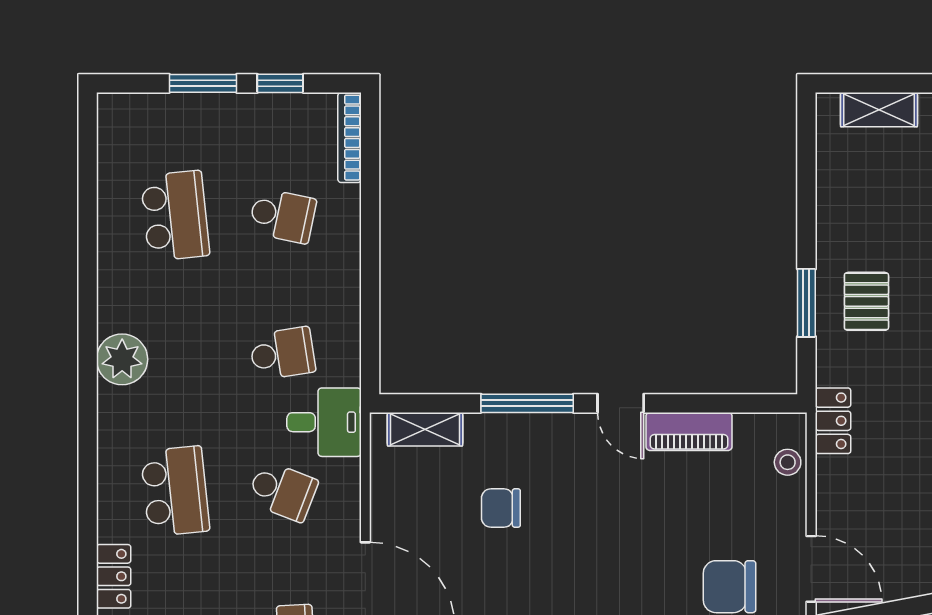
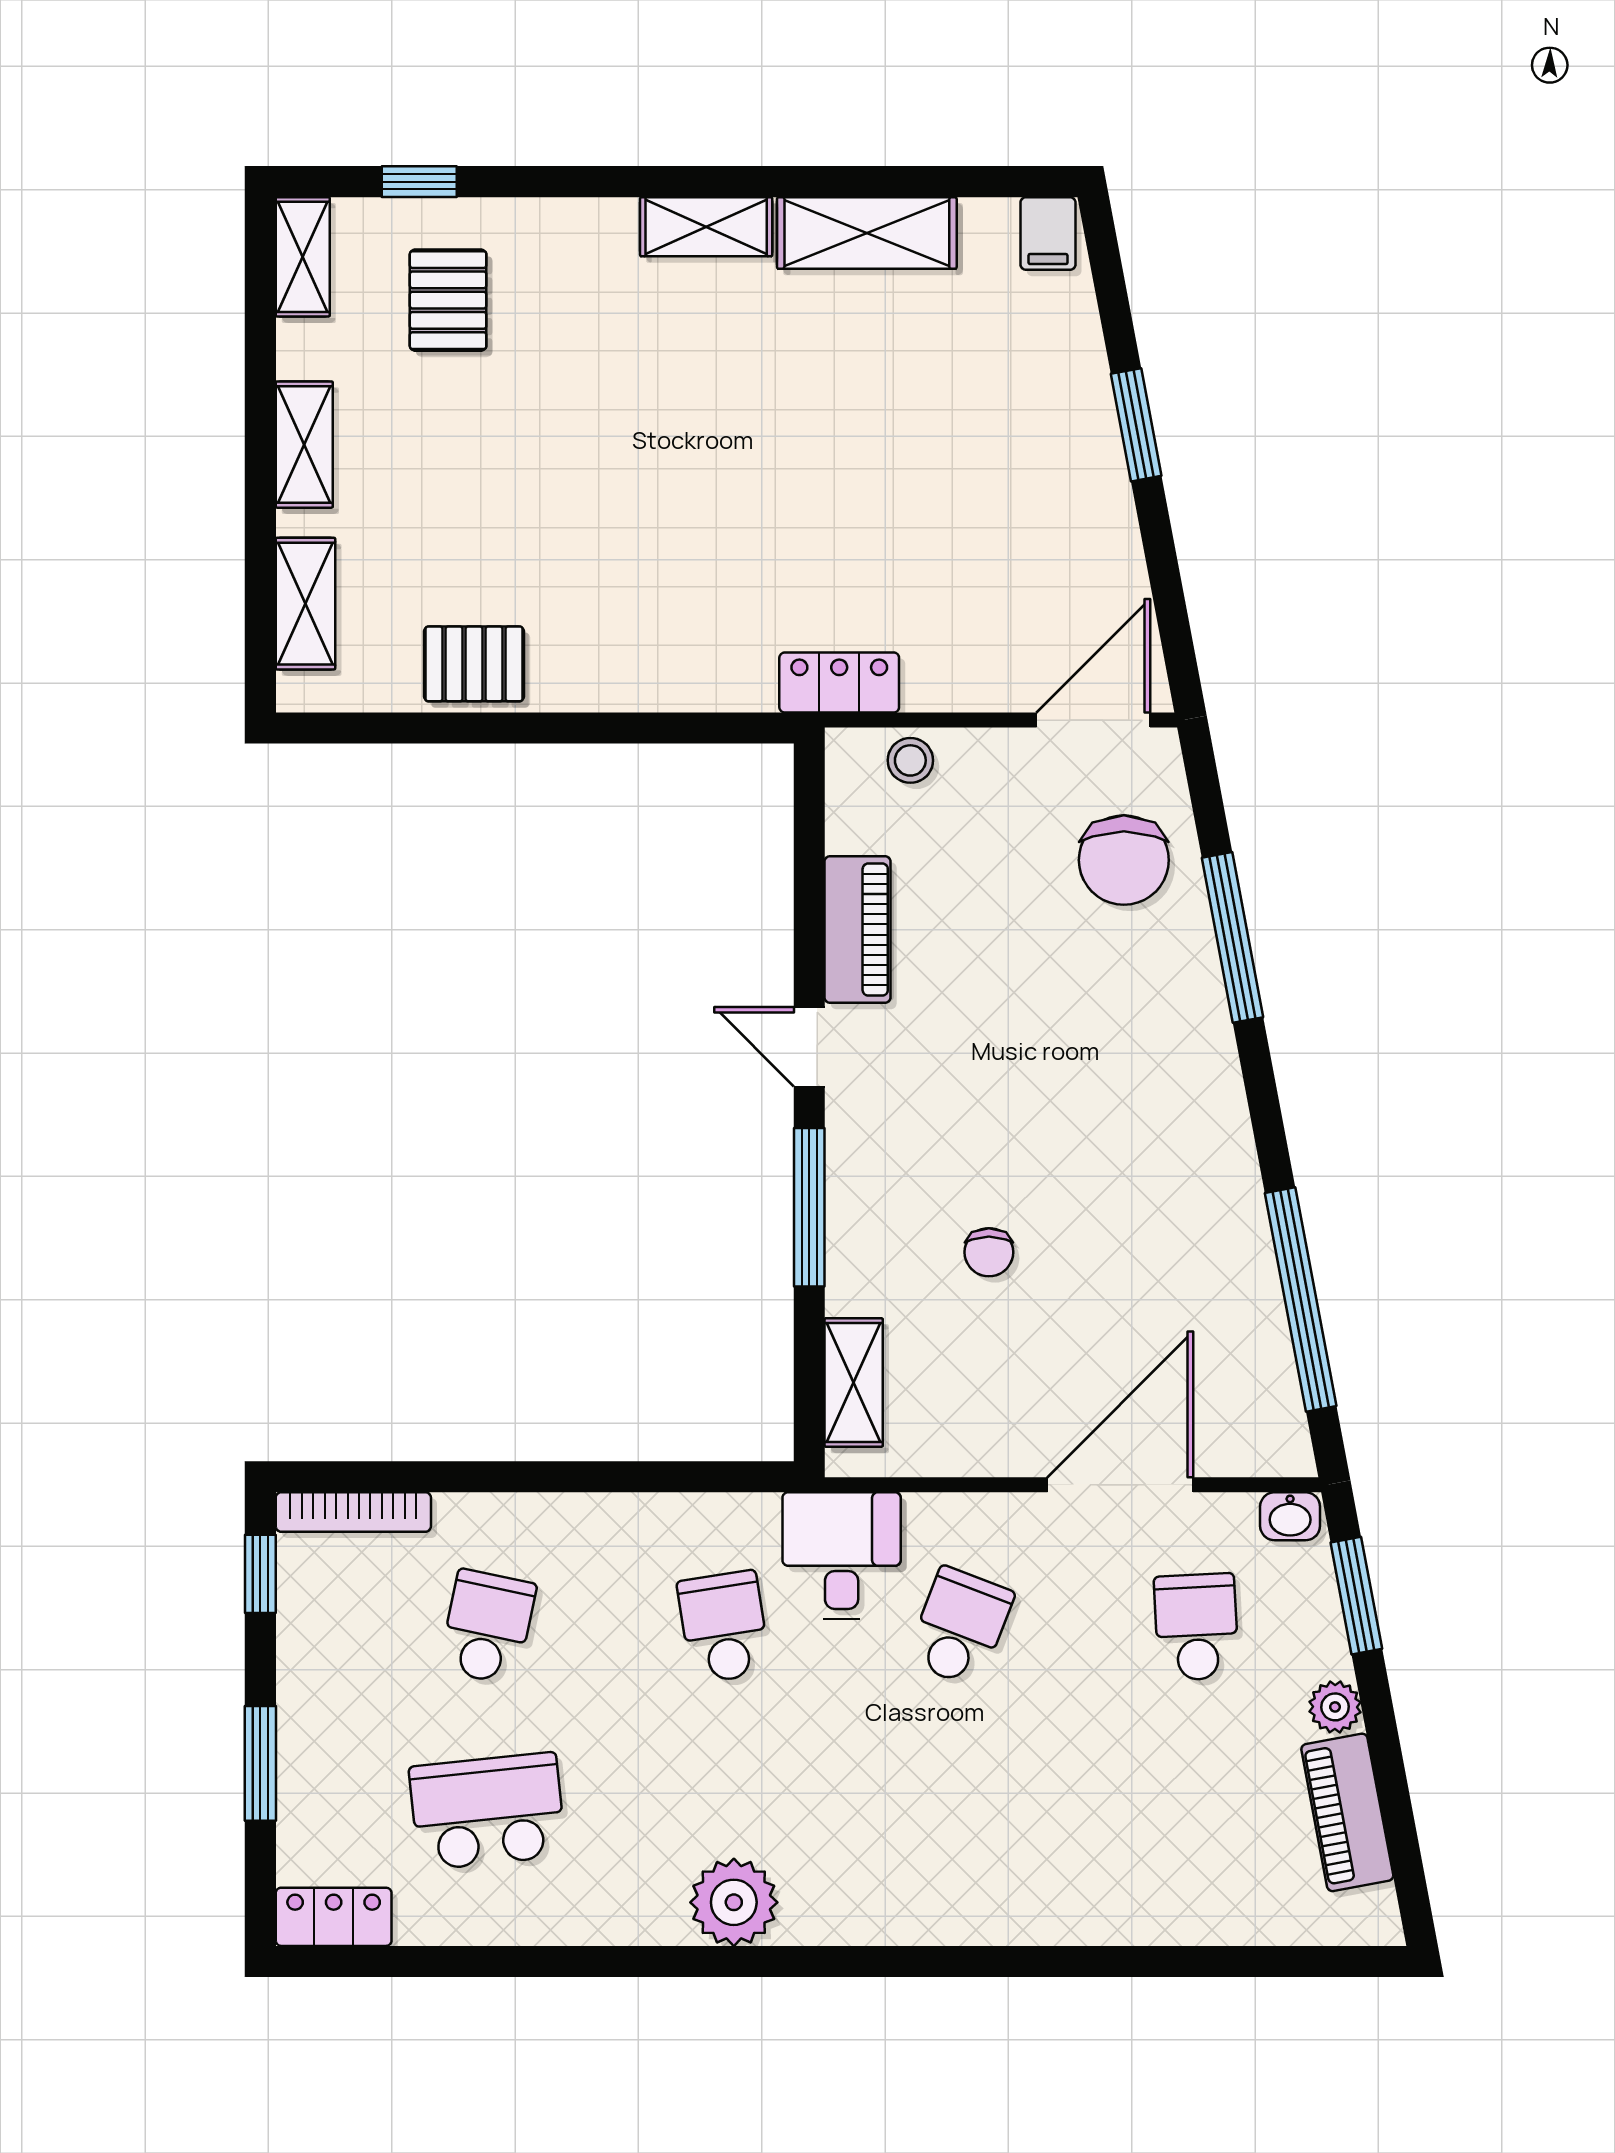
window: (280, 83) -> (260, 1574), moved
pallet: (866, 301) -> (474, 664), moved
window: (806, 303) -> (637, 728), removed
door: (621, 403) -> (809, 1047), swing flipped
school desk: (175, 491) -> (960, 1811), removed
chair: (501, 508) -> (989, 1252), width x0.73, depth x0.73
locker: (114, 576) -> (334, 1917), moved

